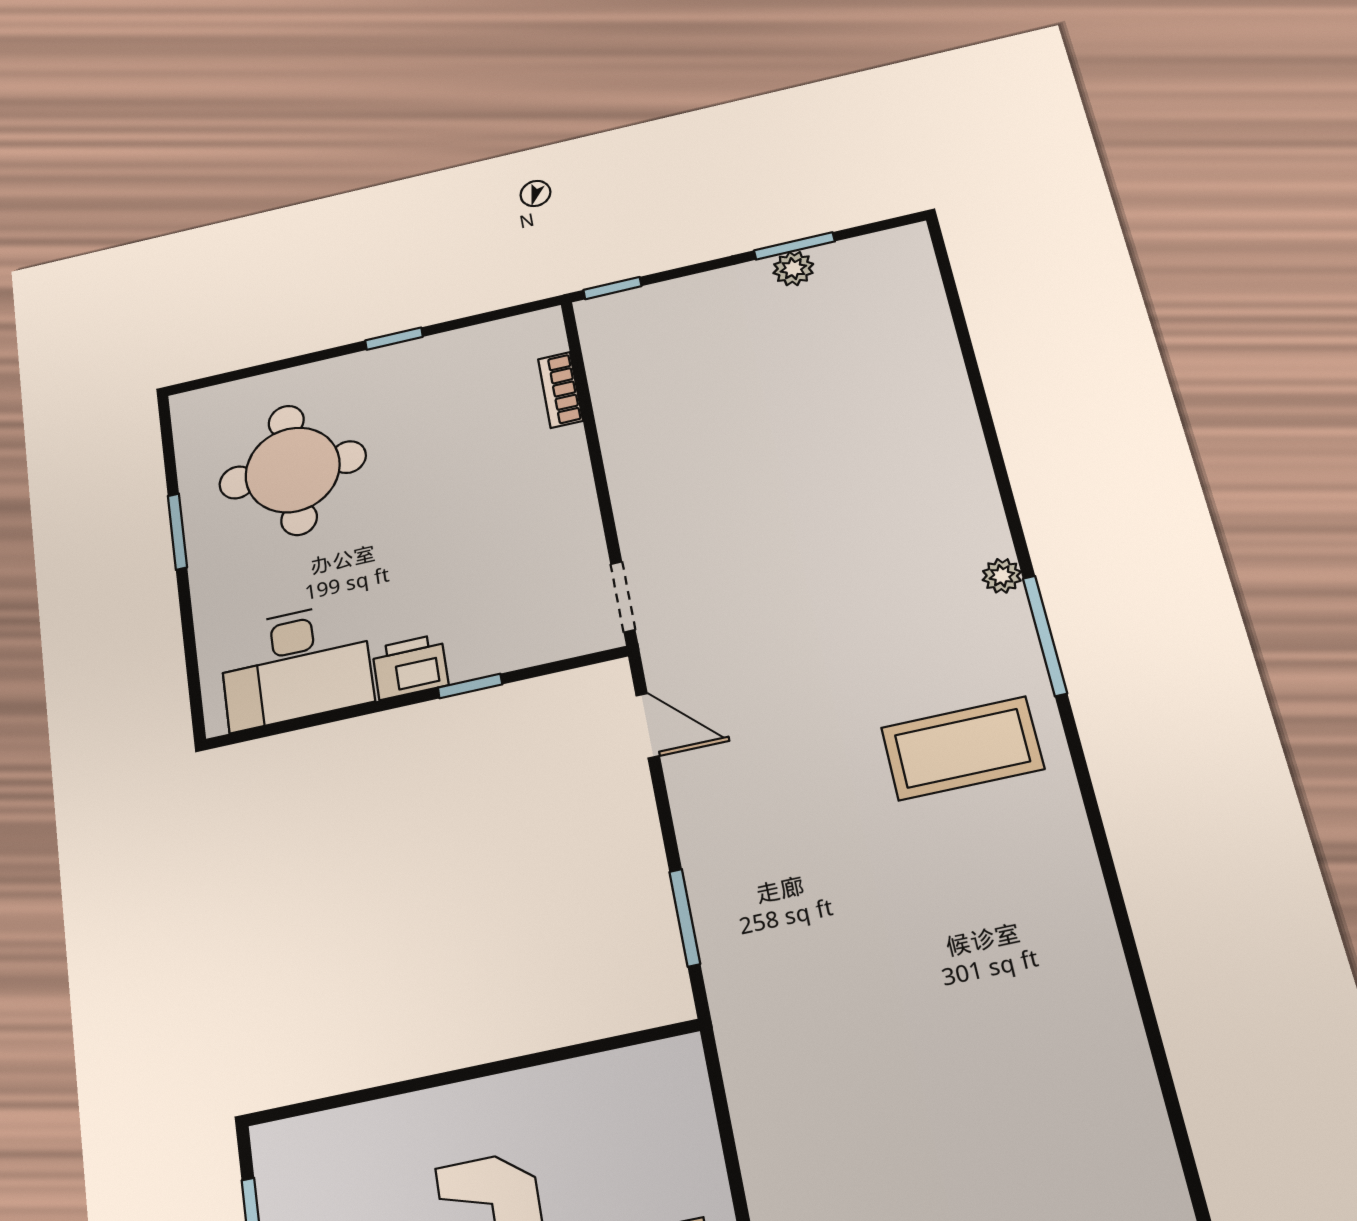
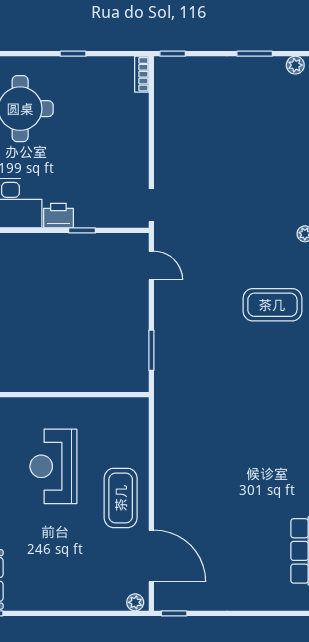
plant: (793, 269) -> (295, 65), moved
bookcase: (560, 390) -> (142, 74), moved

